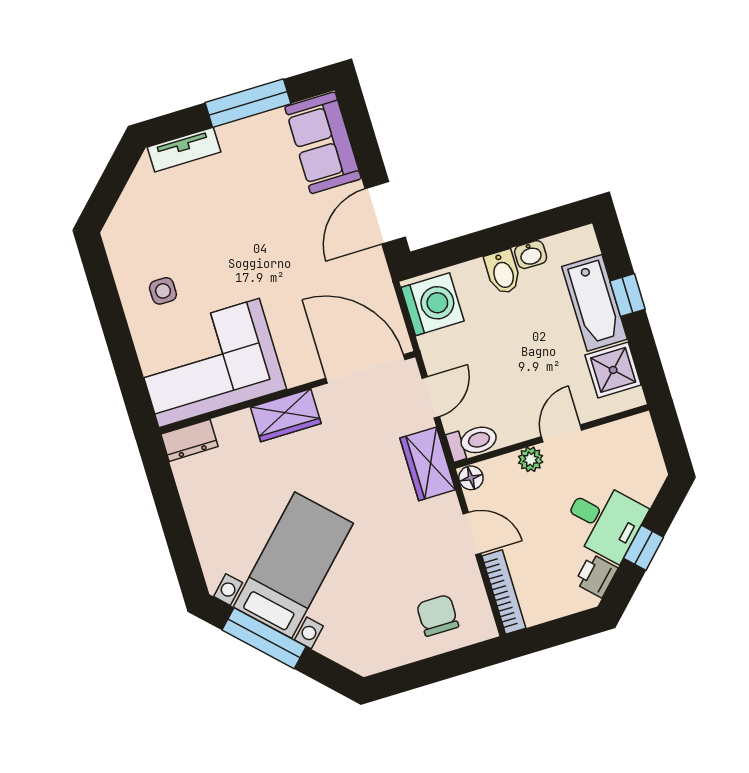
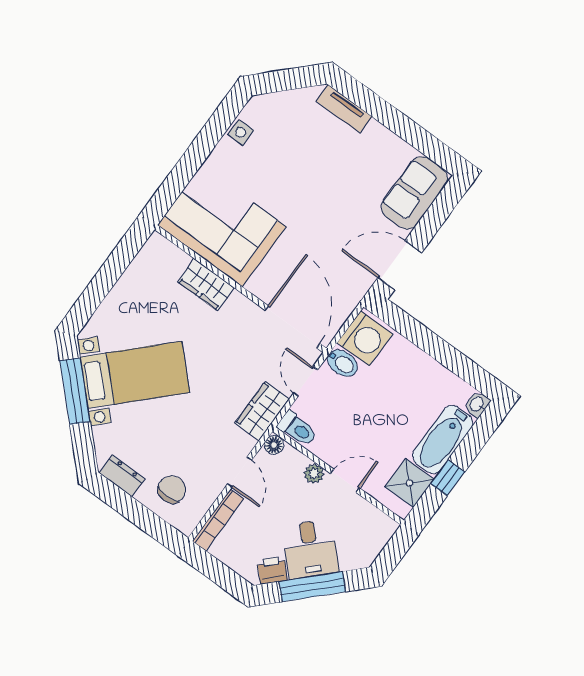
window: (248, 103) -> (404, 127), removed
washbasin: (531, 255) -> (477, 404), moved, turned 90
bidet: (503, 272) -> (342, 363), moved, turned -90
side table: (163, 291) -> (241, 132), moved
window: (627, 295) -> (448, 478), moved
door: (431, 397) -> (306, 381), swing flipped
wardrobe: (286, 415) -> (206, 285), moved
dresser: (189, 440) -> (122, 476), moved, turned 180
window: (644, 548) -> (312, 587), width x2.17

